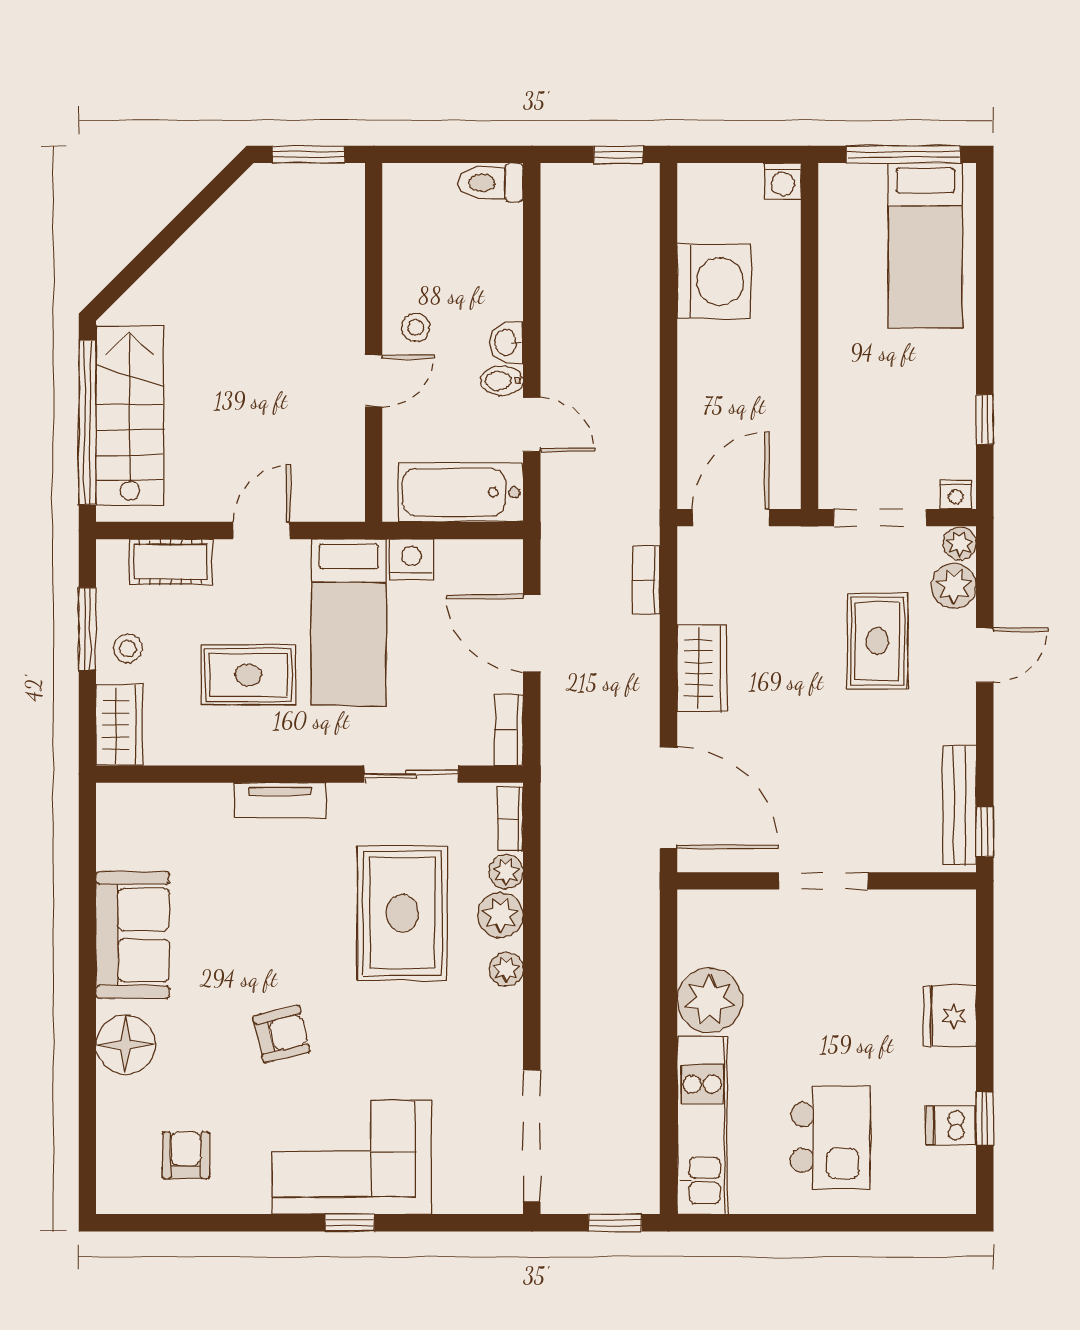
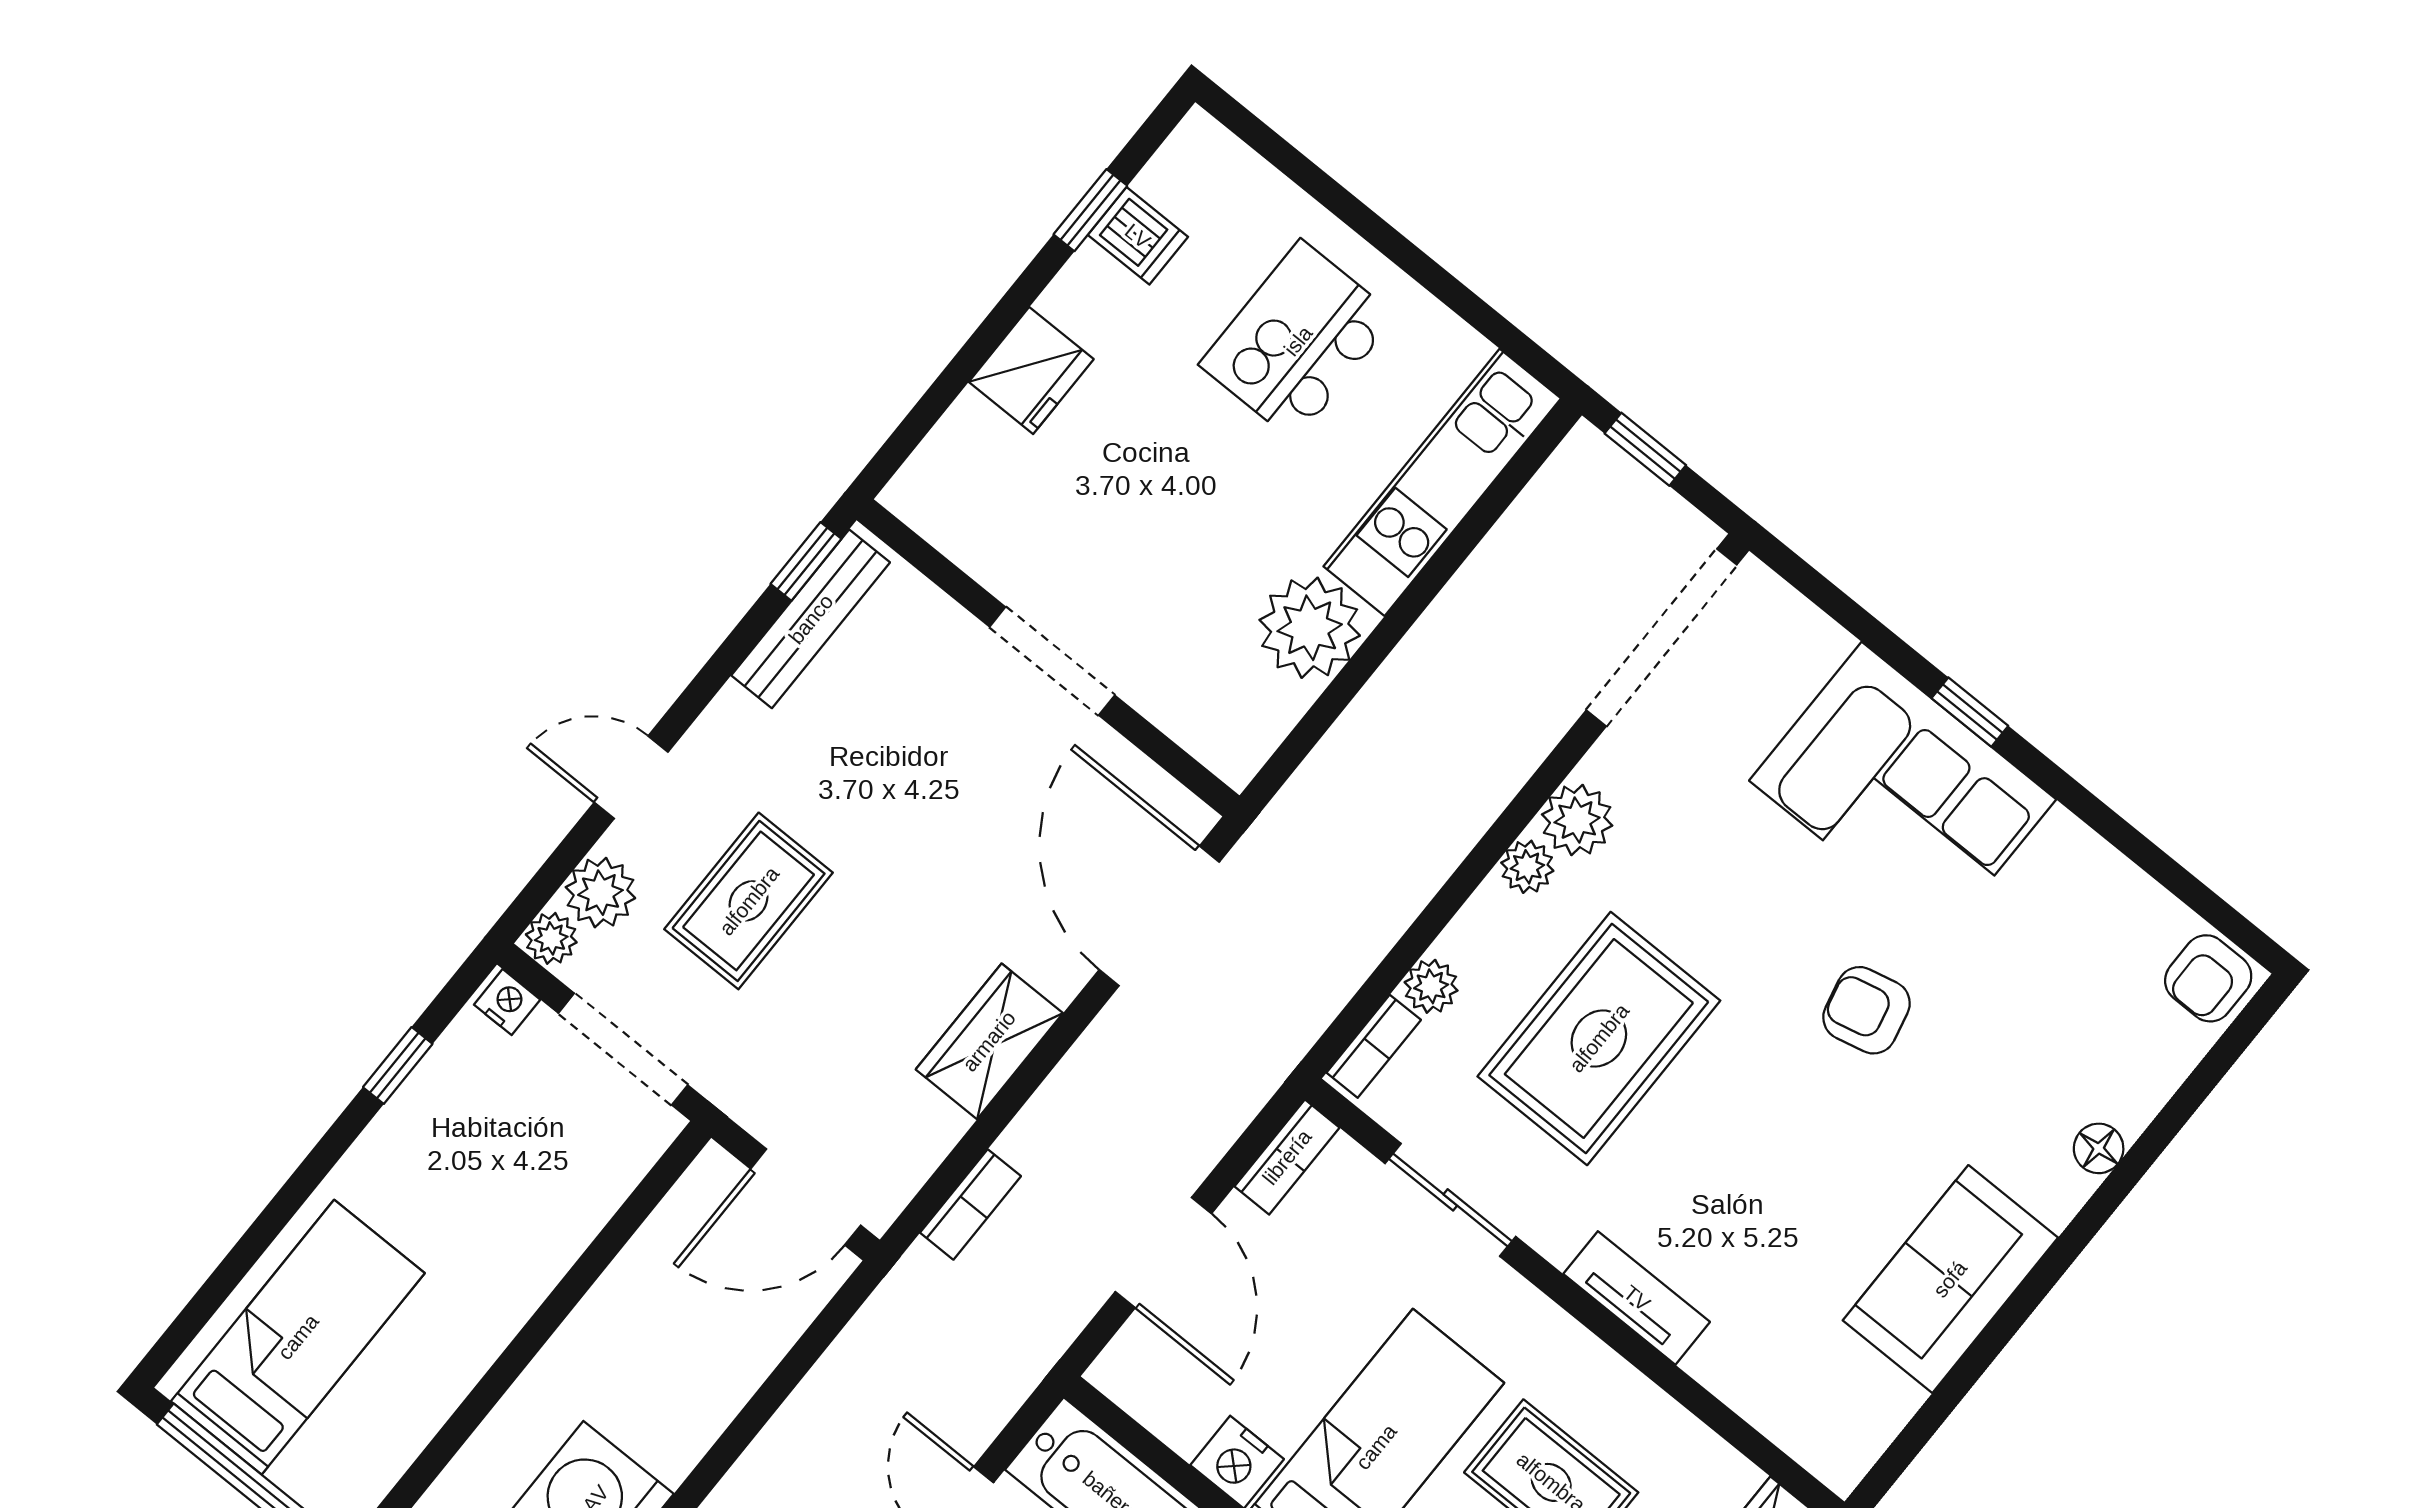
plant: (500, 915) -> (1577, 820), moved
floor lamp: (126, 1045) -> (2099, 1148), width x0.53, depth x0.53
armchair: (186, 1155) -> (2208, 978), moved

